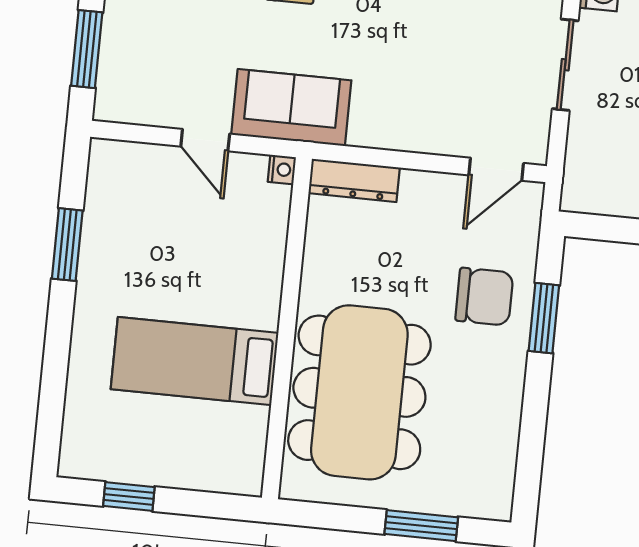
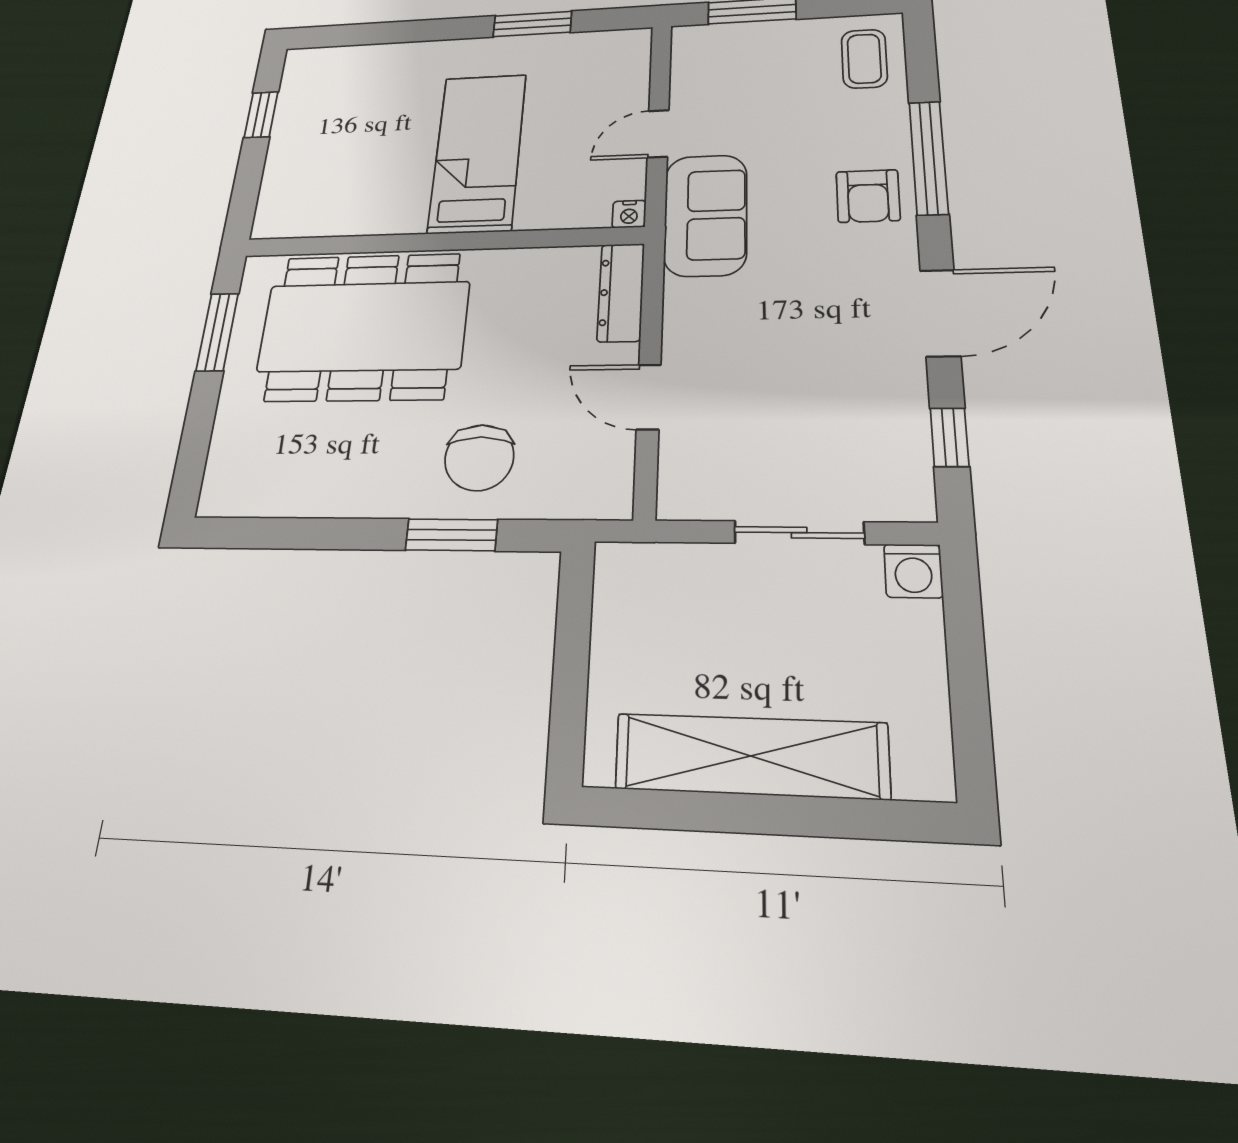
door: (496, 169) -> (649, 397), moved
bed: (195, 361) -> (478, 153), moved
window: (421, 526) -> (217, 332), moved

